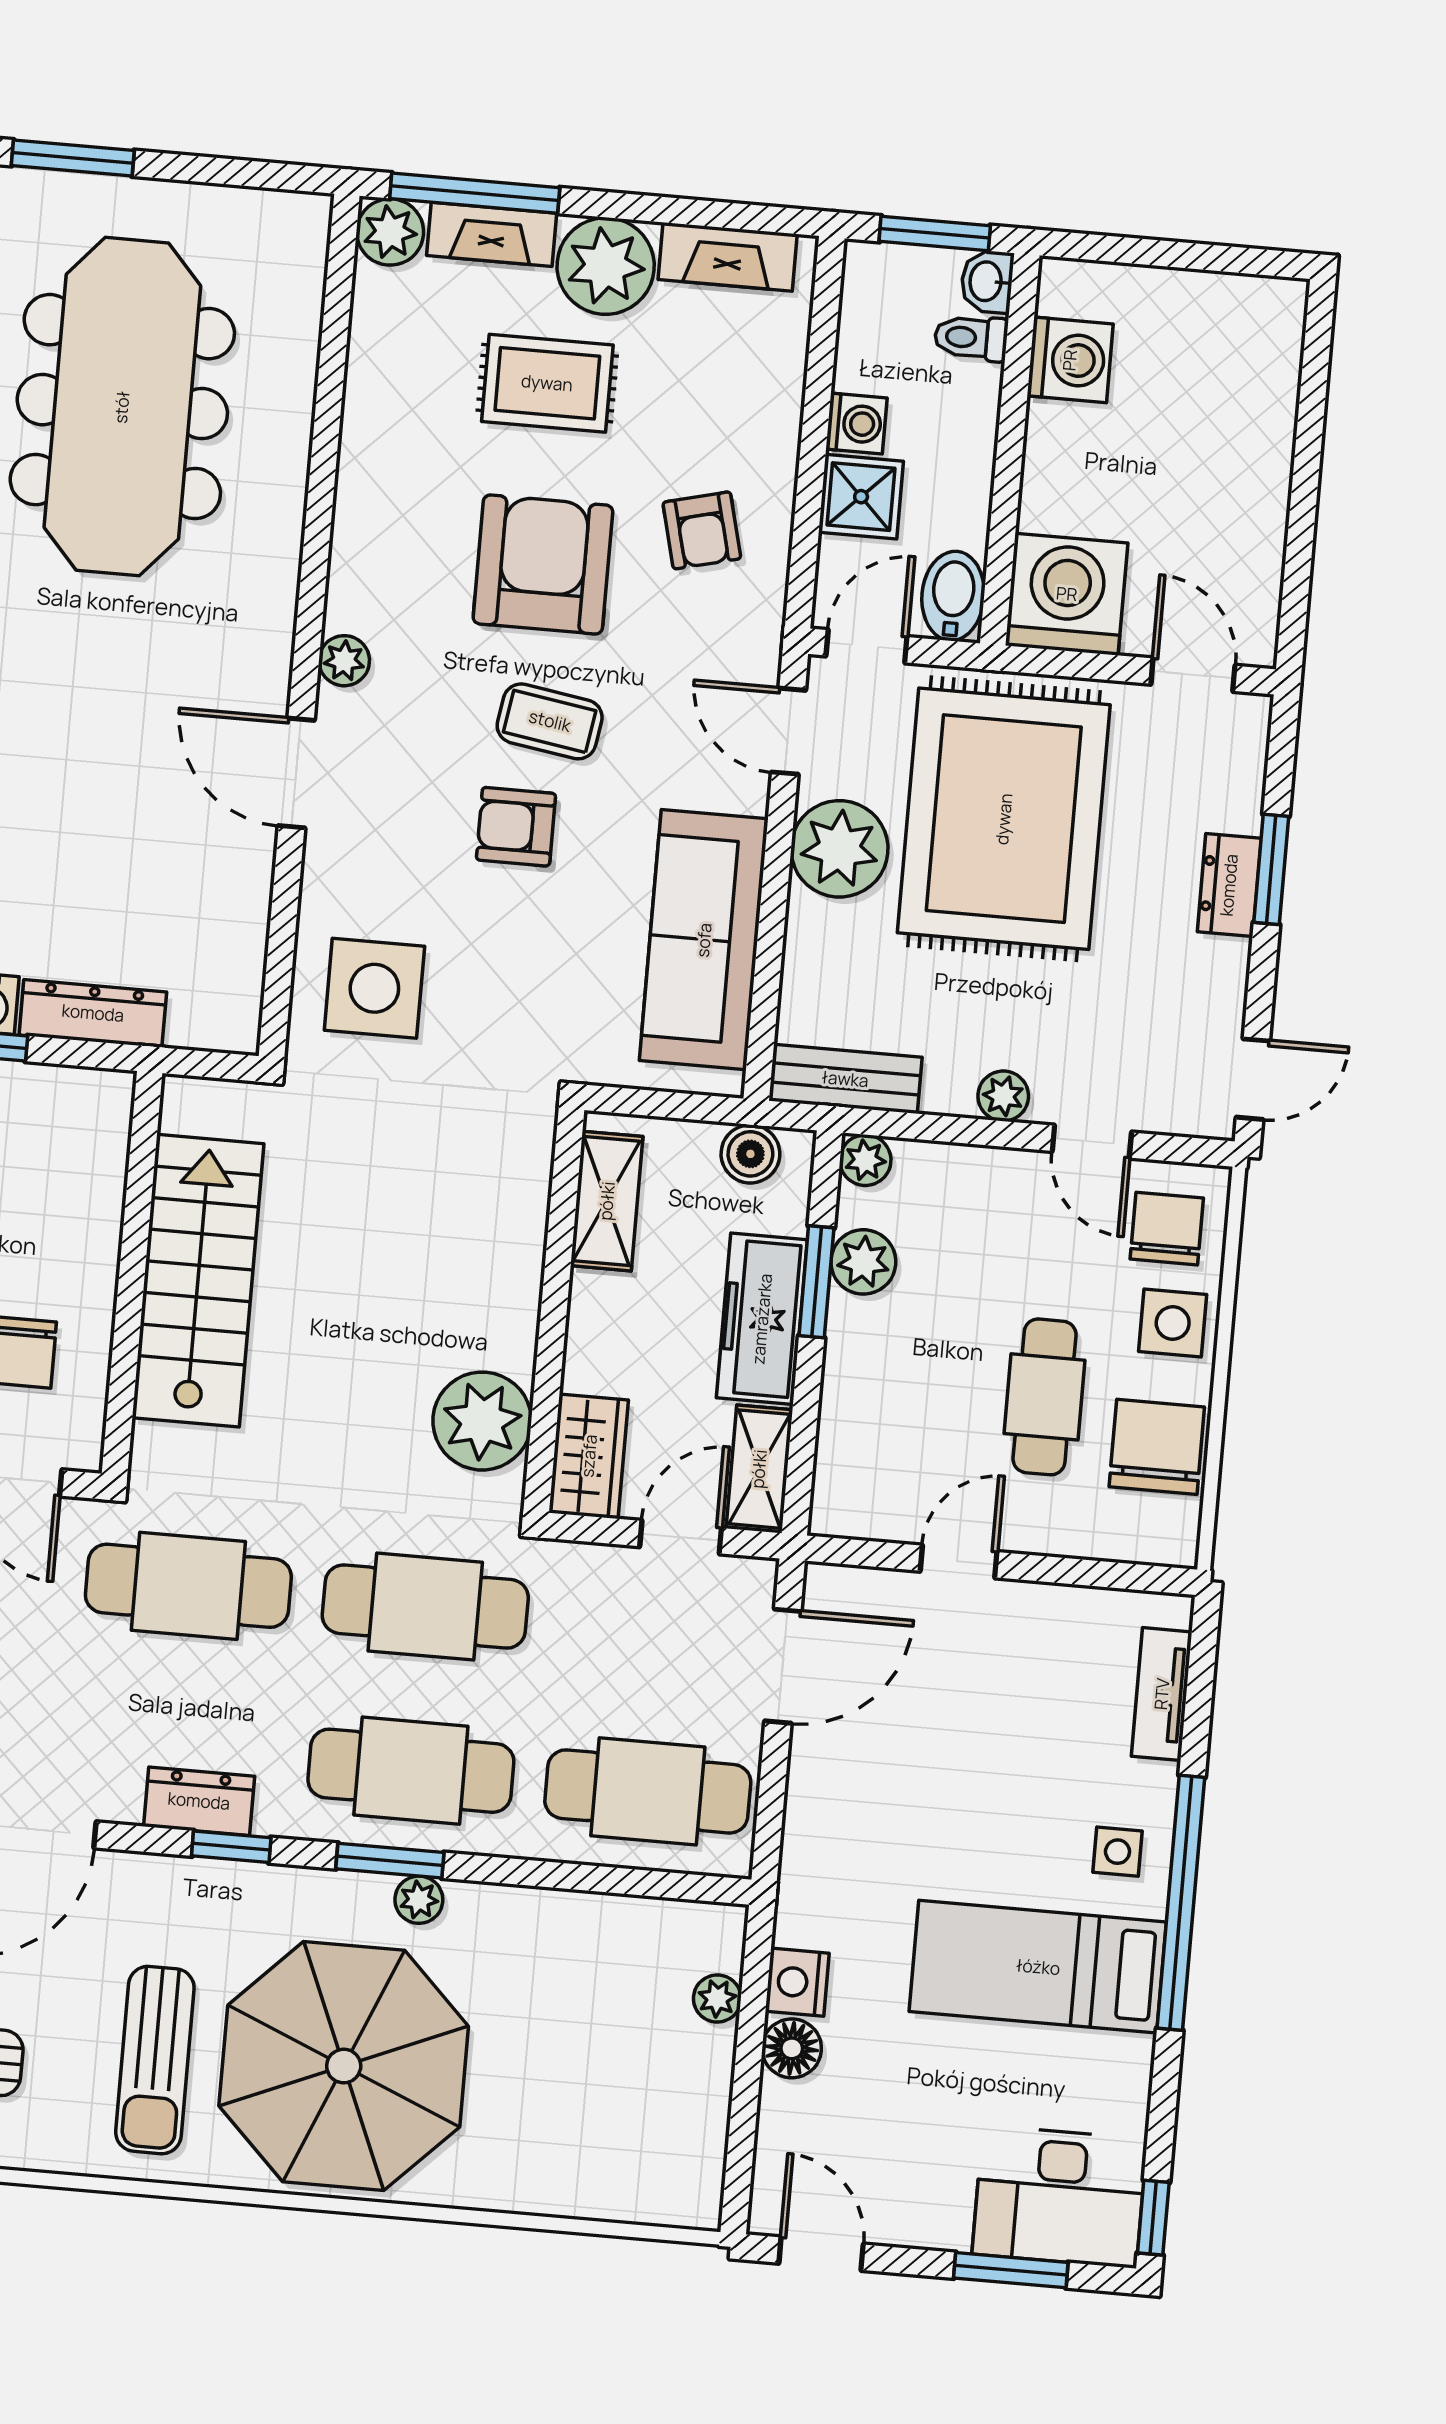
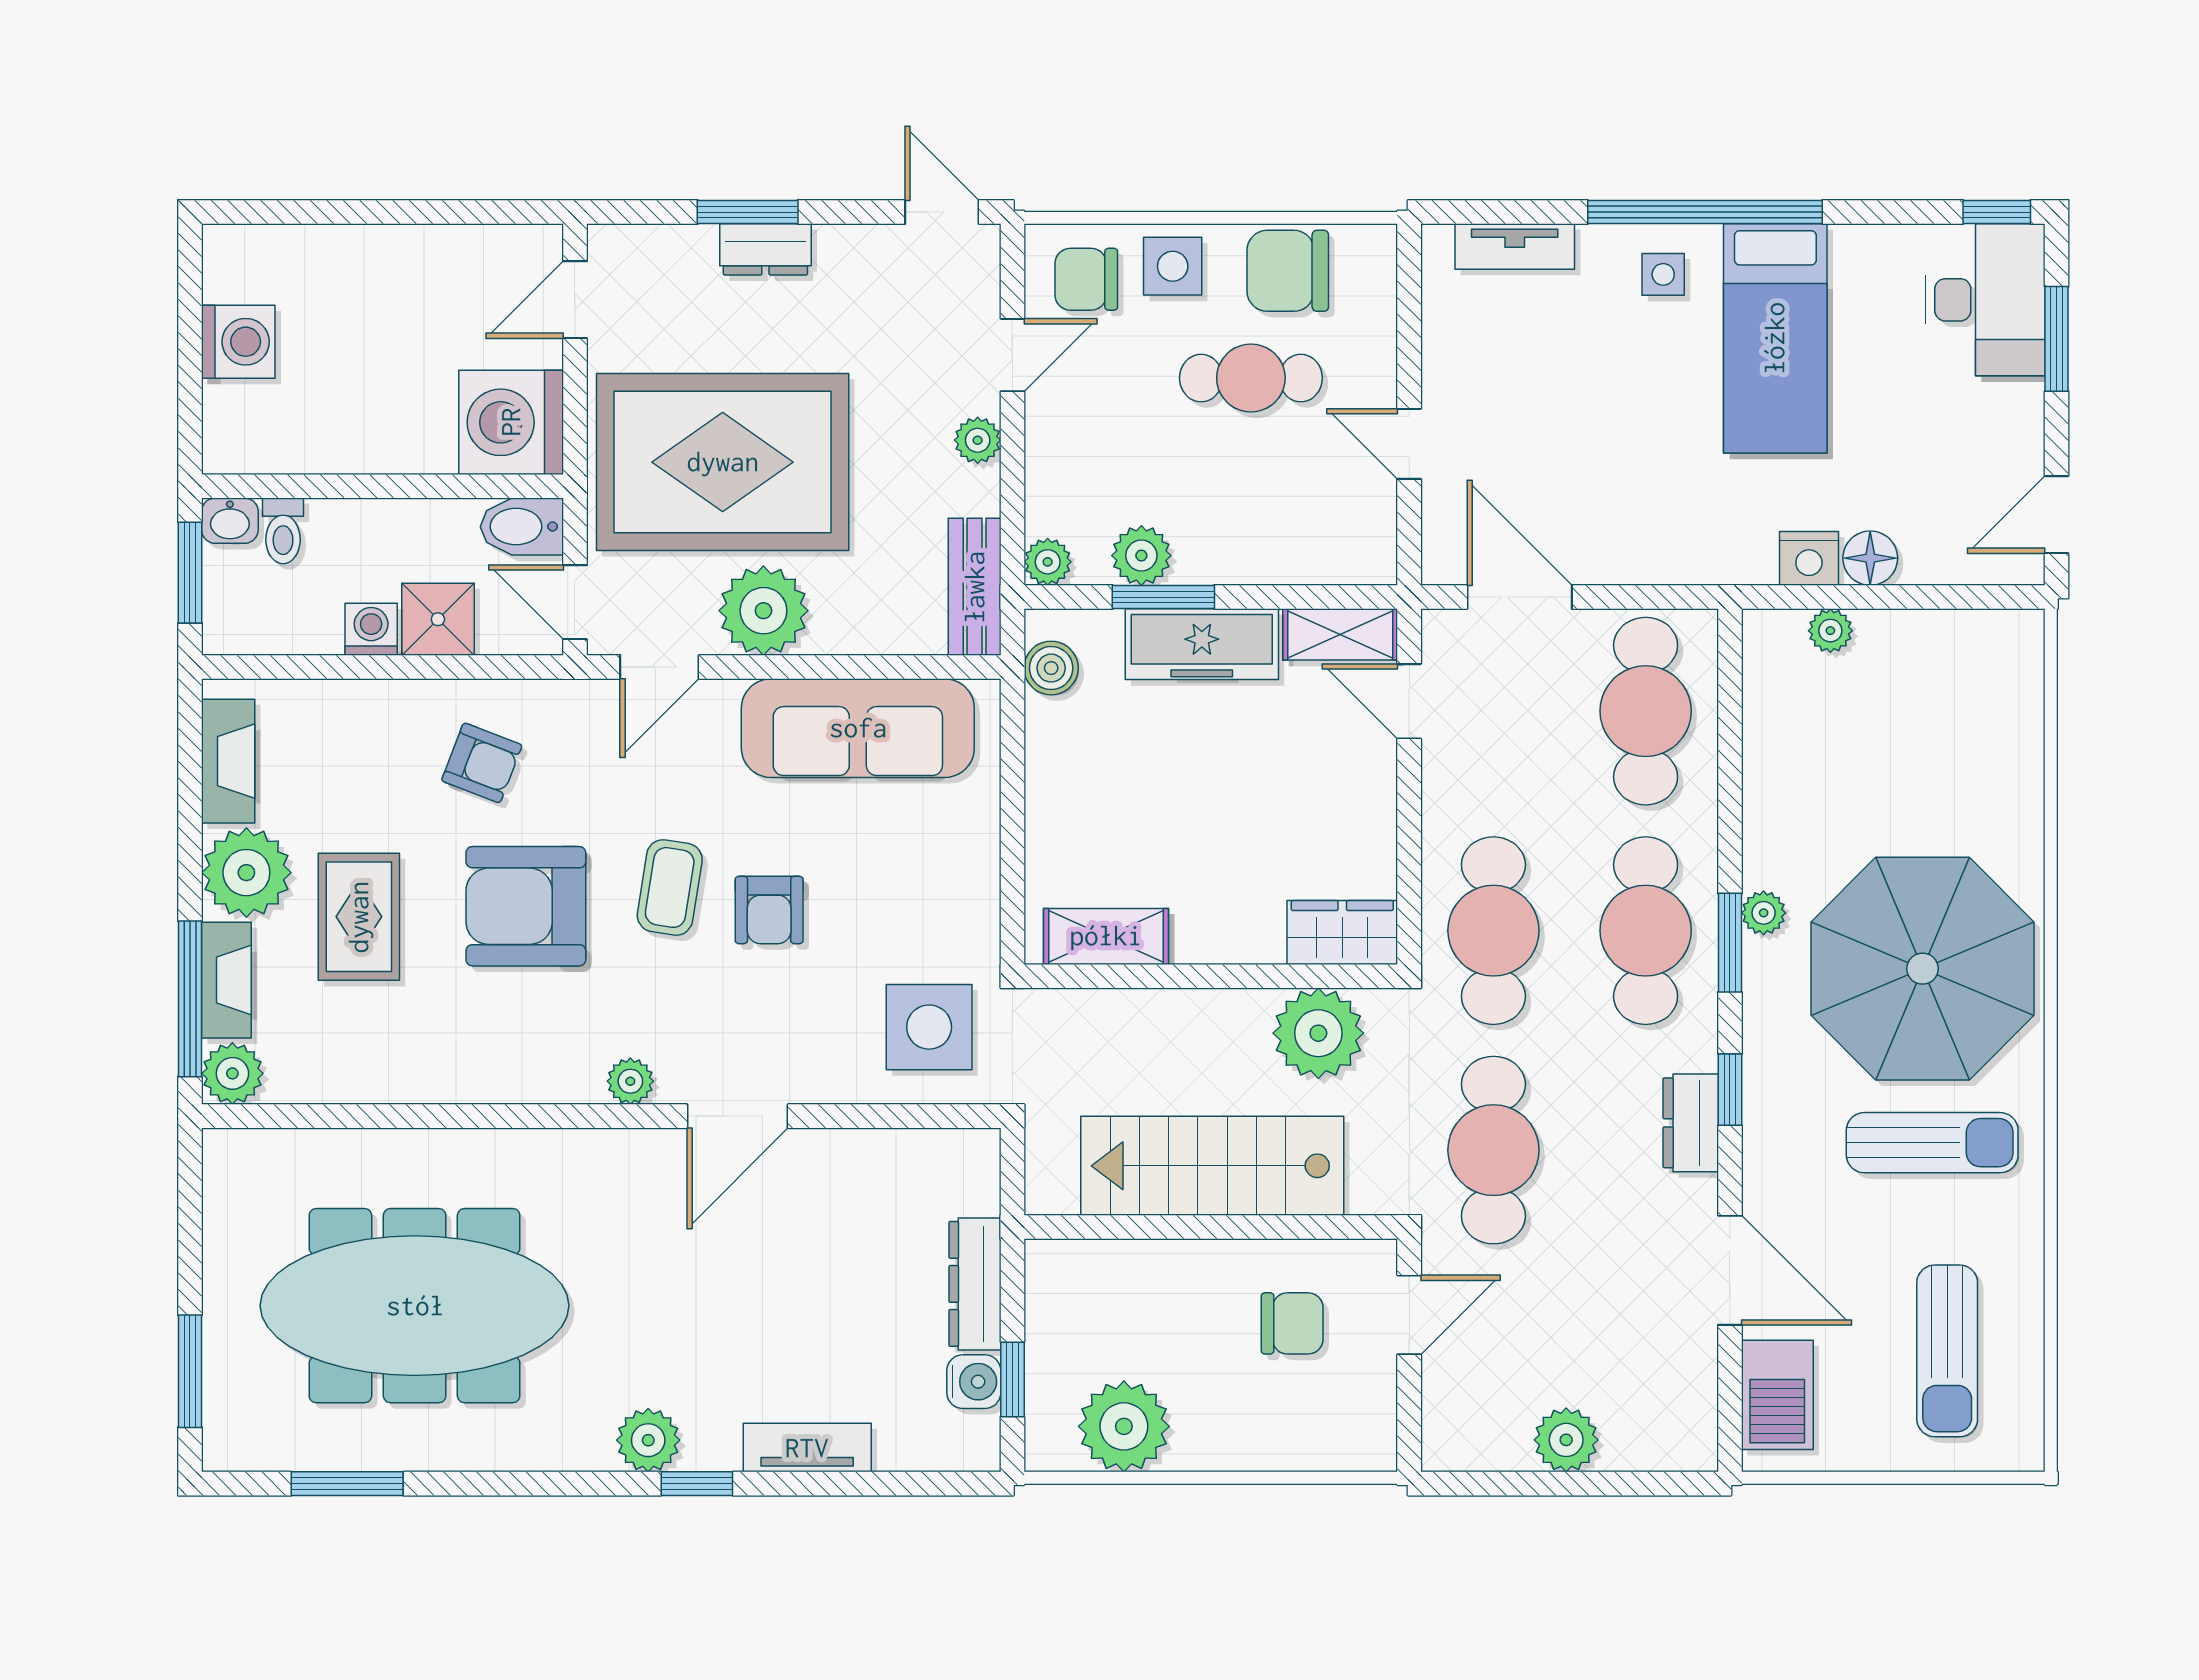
washing machine: (1070, 360) -> (238, 342), moved, turned 90
armchair: (702, 530) -> (482, 763), turned 35
shelving: (607, 1201) -> (1106, 936), moved
wall: (554, 1310) -> (1211, 976), moved
plant: (482, 1421) -> (1318, 1033), moved
wardrobe: (589, 1456) -> (1342, 932), moved

